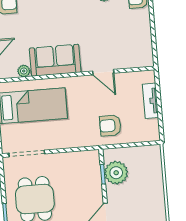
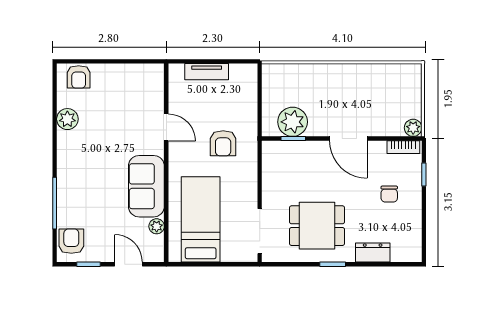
door: (103, 72) -> (166, 127), hinge flipped
armchair: (110, 126) -> (223, 143), moved

